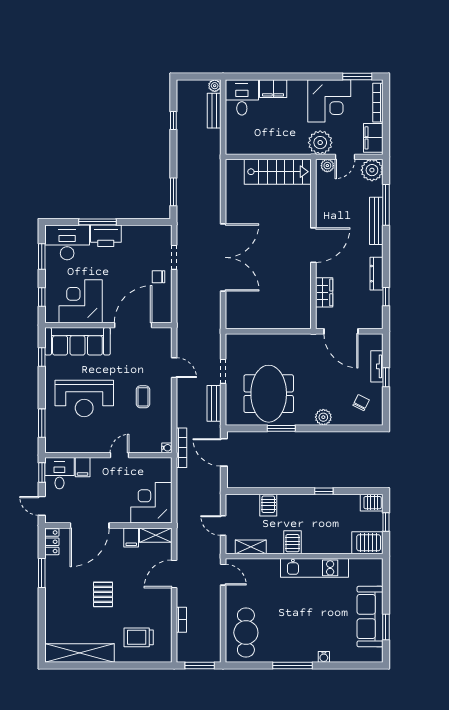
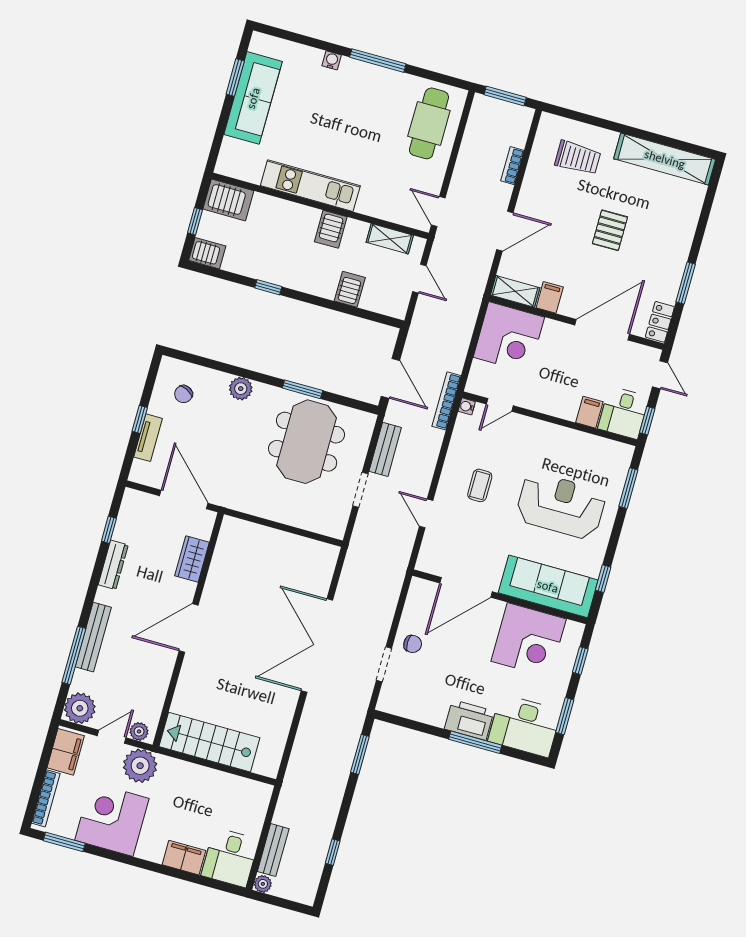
door: (120, 455) -> (500, 405), moved

